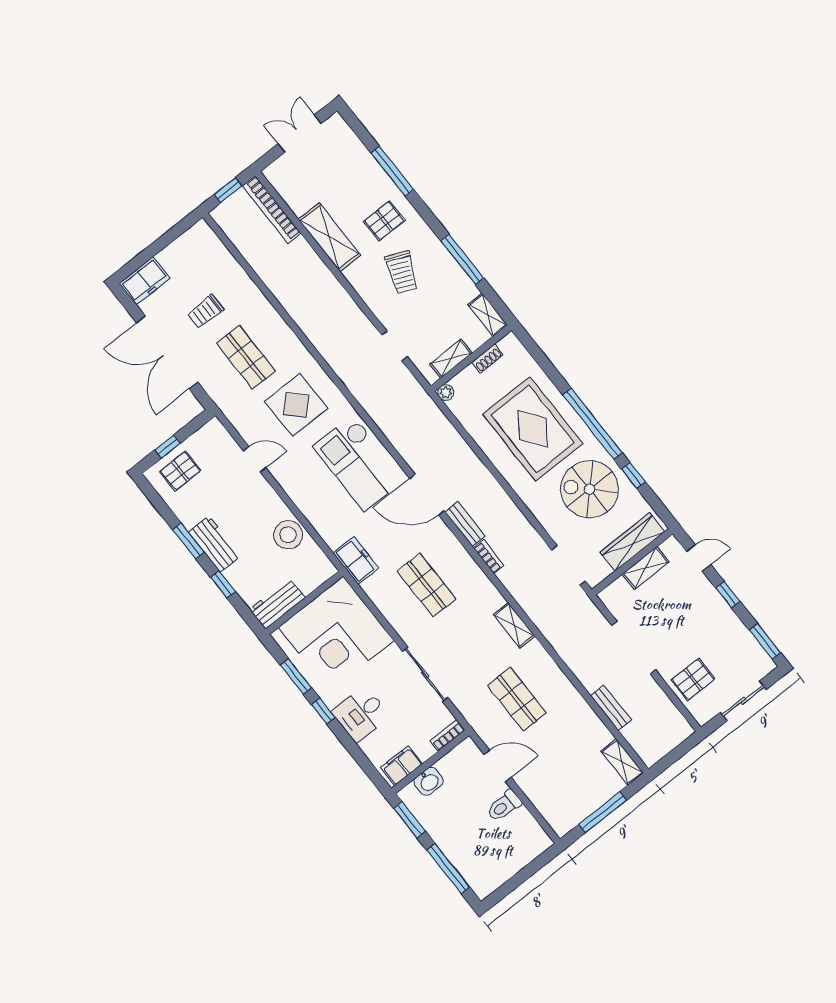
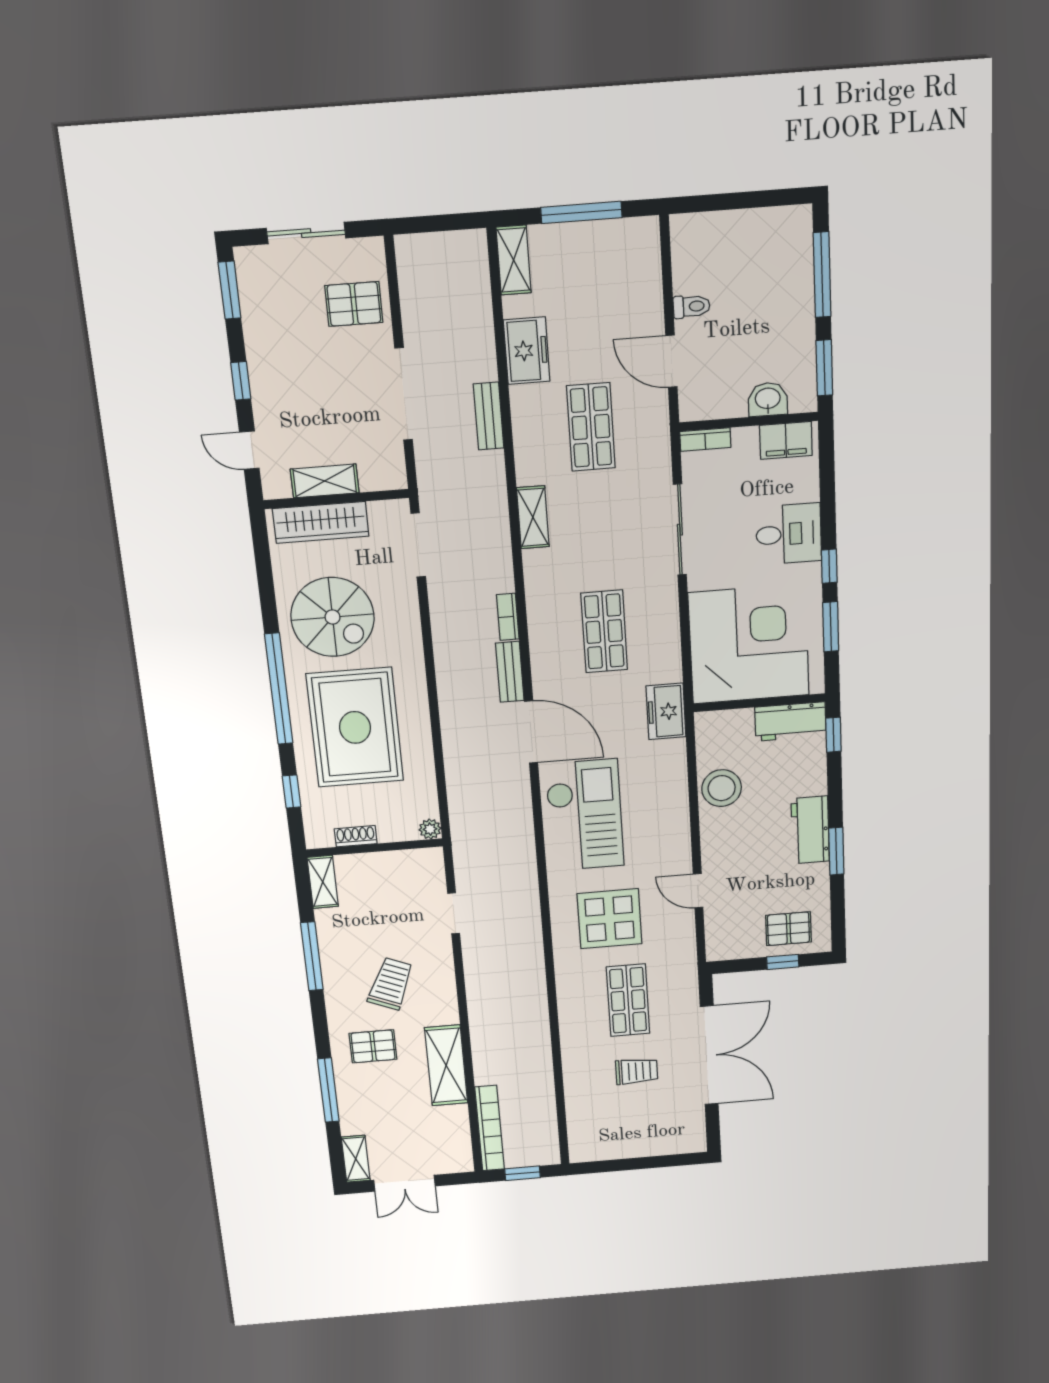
freezer: (145, 281) -> (527, 351), moved, turned 90
shelving: (451, 359) -> (356, 1159), moved, turned 90
window: (633, 475) -> (291, 791), moved
window: (223, 584) -> (833, 735), moved
bench: (611, 708) -> (489, 416), moved
toilet: (504, 806) -> (692, 306), width x0.73, depth x0.72

